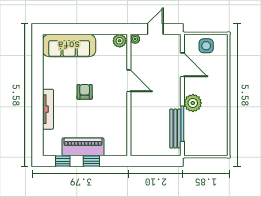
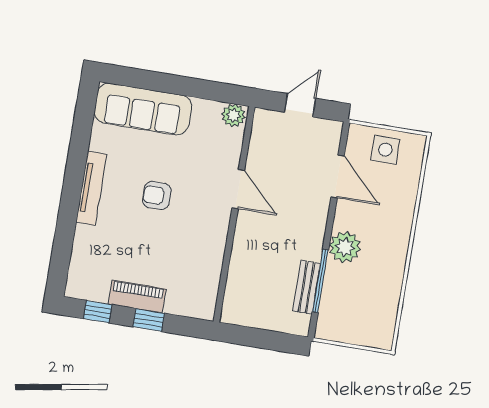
plant: (135, 39) -> (262, 117), removed
armchair: (85, 92) -> (157, 196), turned -90
tv unit: (48, 109) -> (91, 188), moved
bench: (175, 129) -> (307, 287), width x0.73
piano: (83, 147) -> (137, 296), width x0.73, depth x0.75

